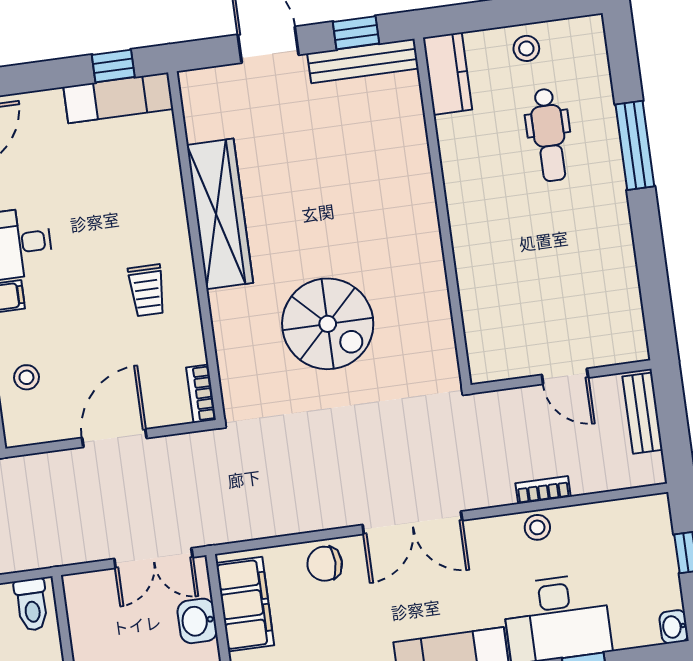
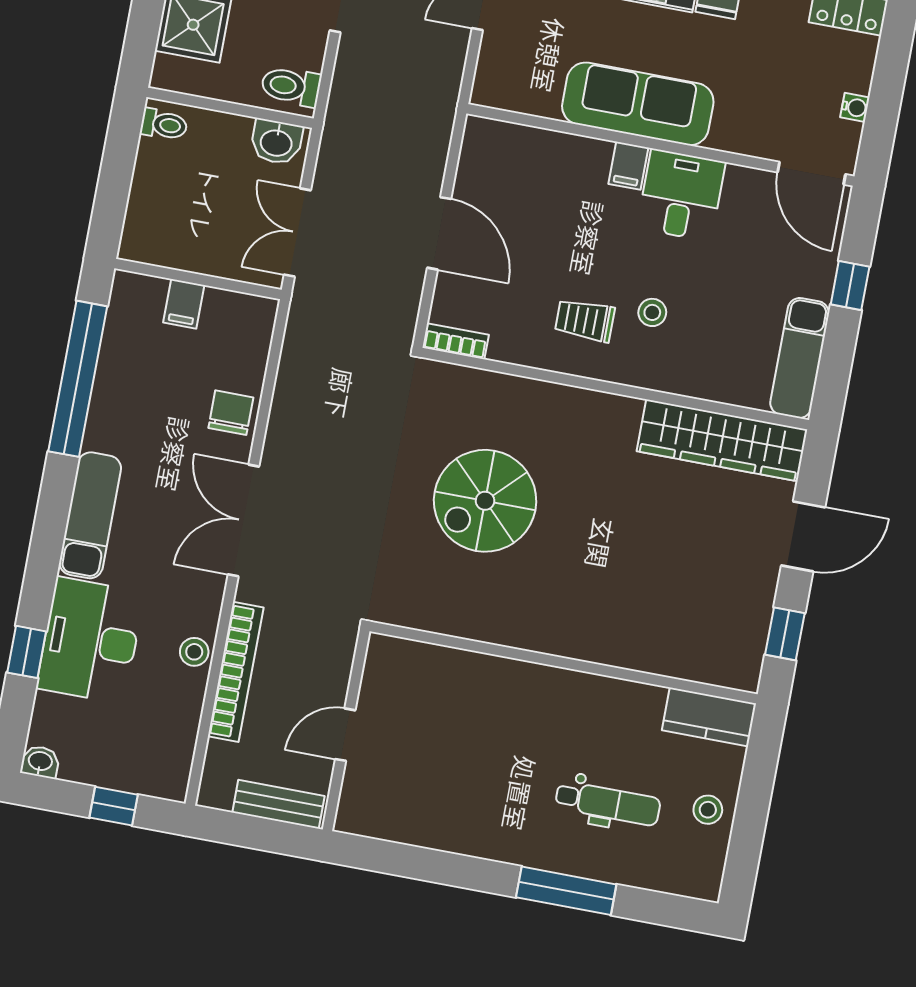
bench: (363, 61) -> (752, 631), removed
window: (113, 66) -> (850, 285), moved
dental chair: (549, 135) -> (608, 803), turned 180
wardrobe: (220, 214) -> (722, 440), moved
stool: (26, 377) -> (652, 312), moved
bookcase: (543, 490) -> (236, 672), width x2.31, depth x1.31
filing cabinet: (245, 604) -> (184, 304), width x0.33, depth x0.86
washbasin: (197, 621) -> (276, 142), moved, turned 180

